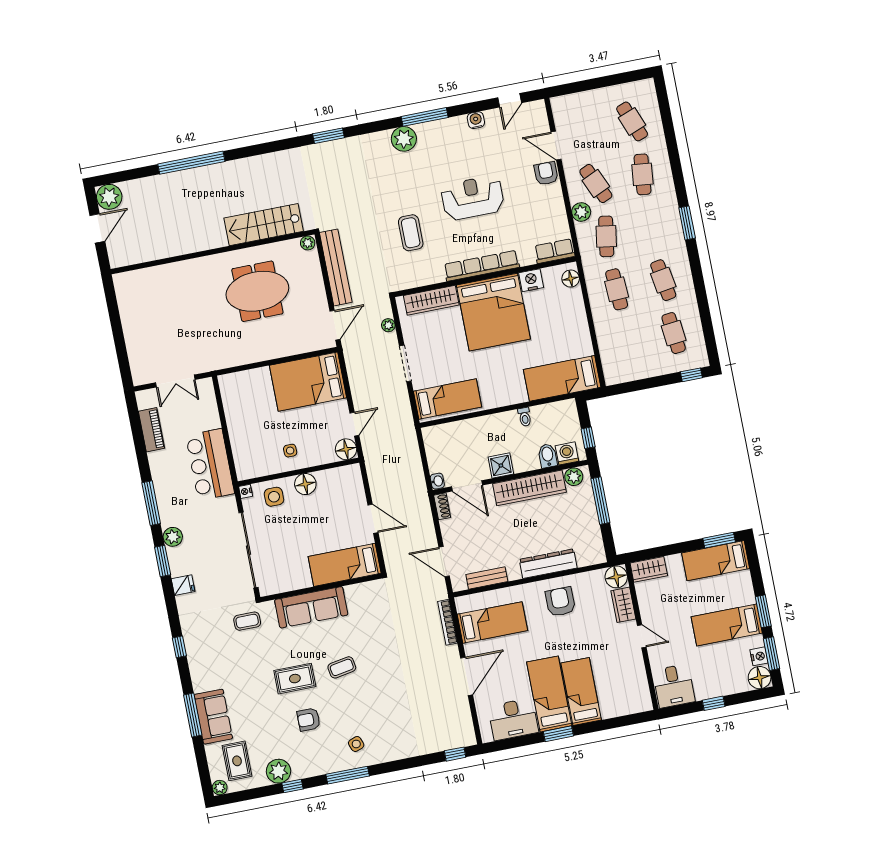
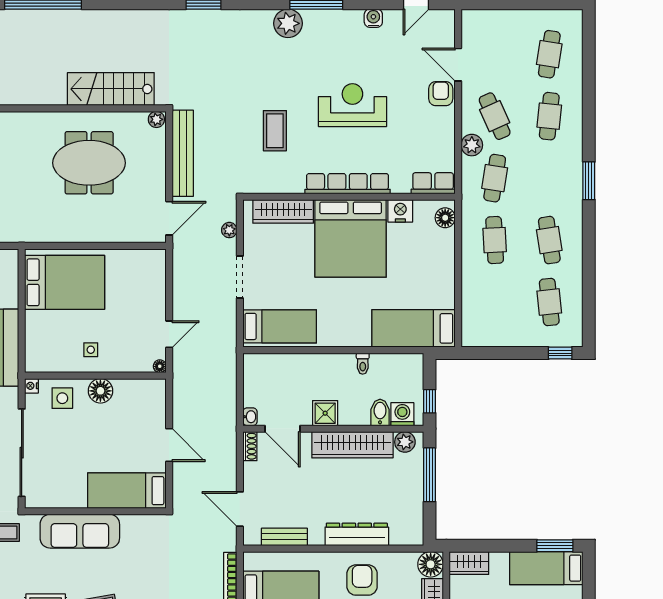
cafe table: (632, 121) -> (549, 54), turned 30
bed: (308, 382) -> (65, 282), moved, turned 180
floor lamp: (346, 449) -> (160, 366), width x0.53, depth x0.53

